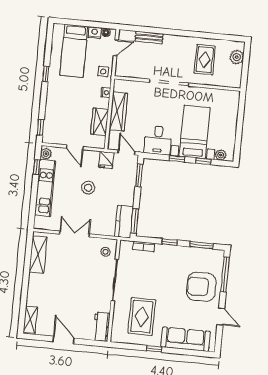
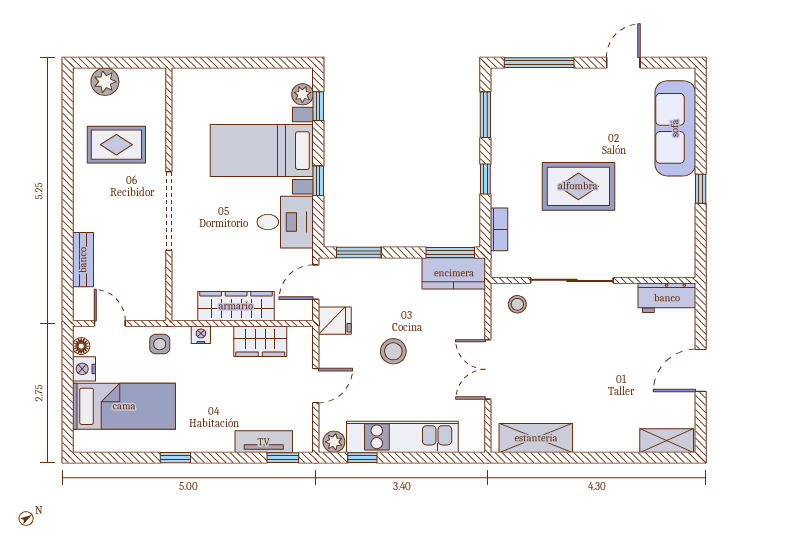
tv unit: (49, 119) -> (264, 442), added
window: (203, 161) -> (318, 106), moved
armchair: (201, 287) -> (568, 107), removed
rug: (142, 317) -> (578, 186), moved

